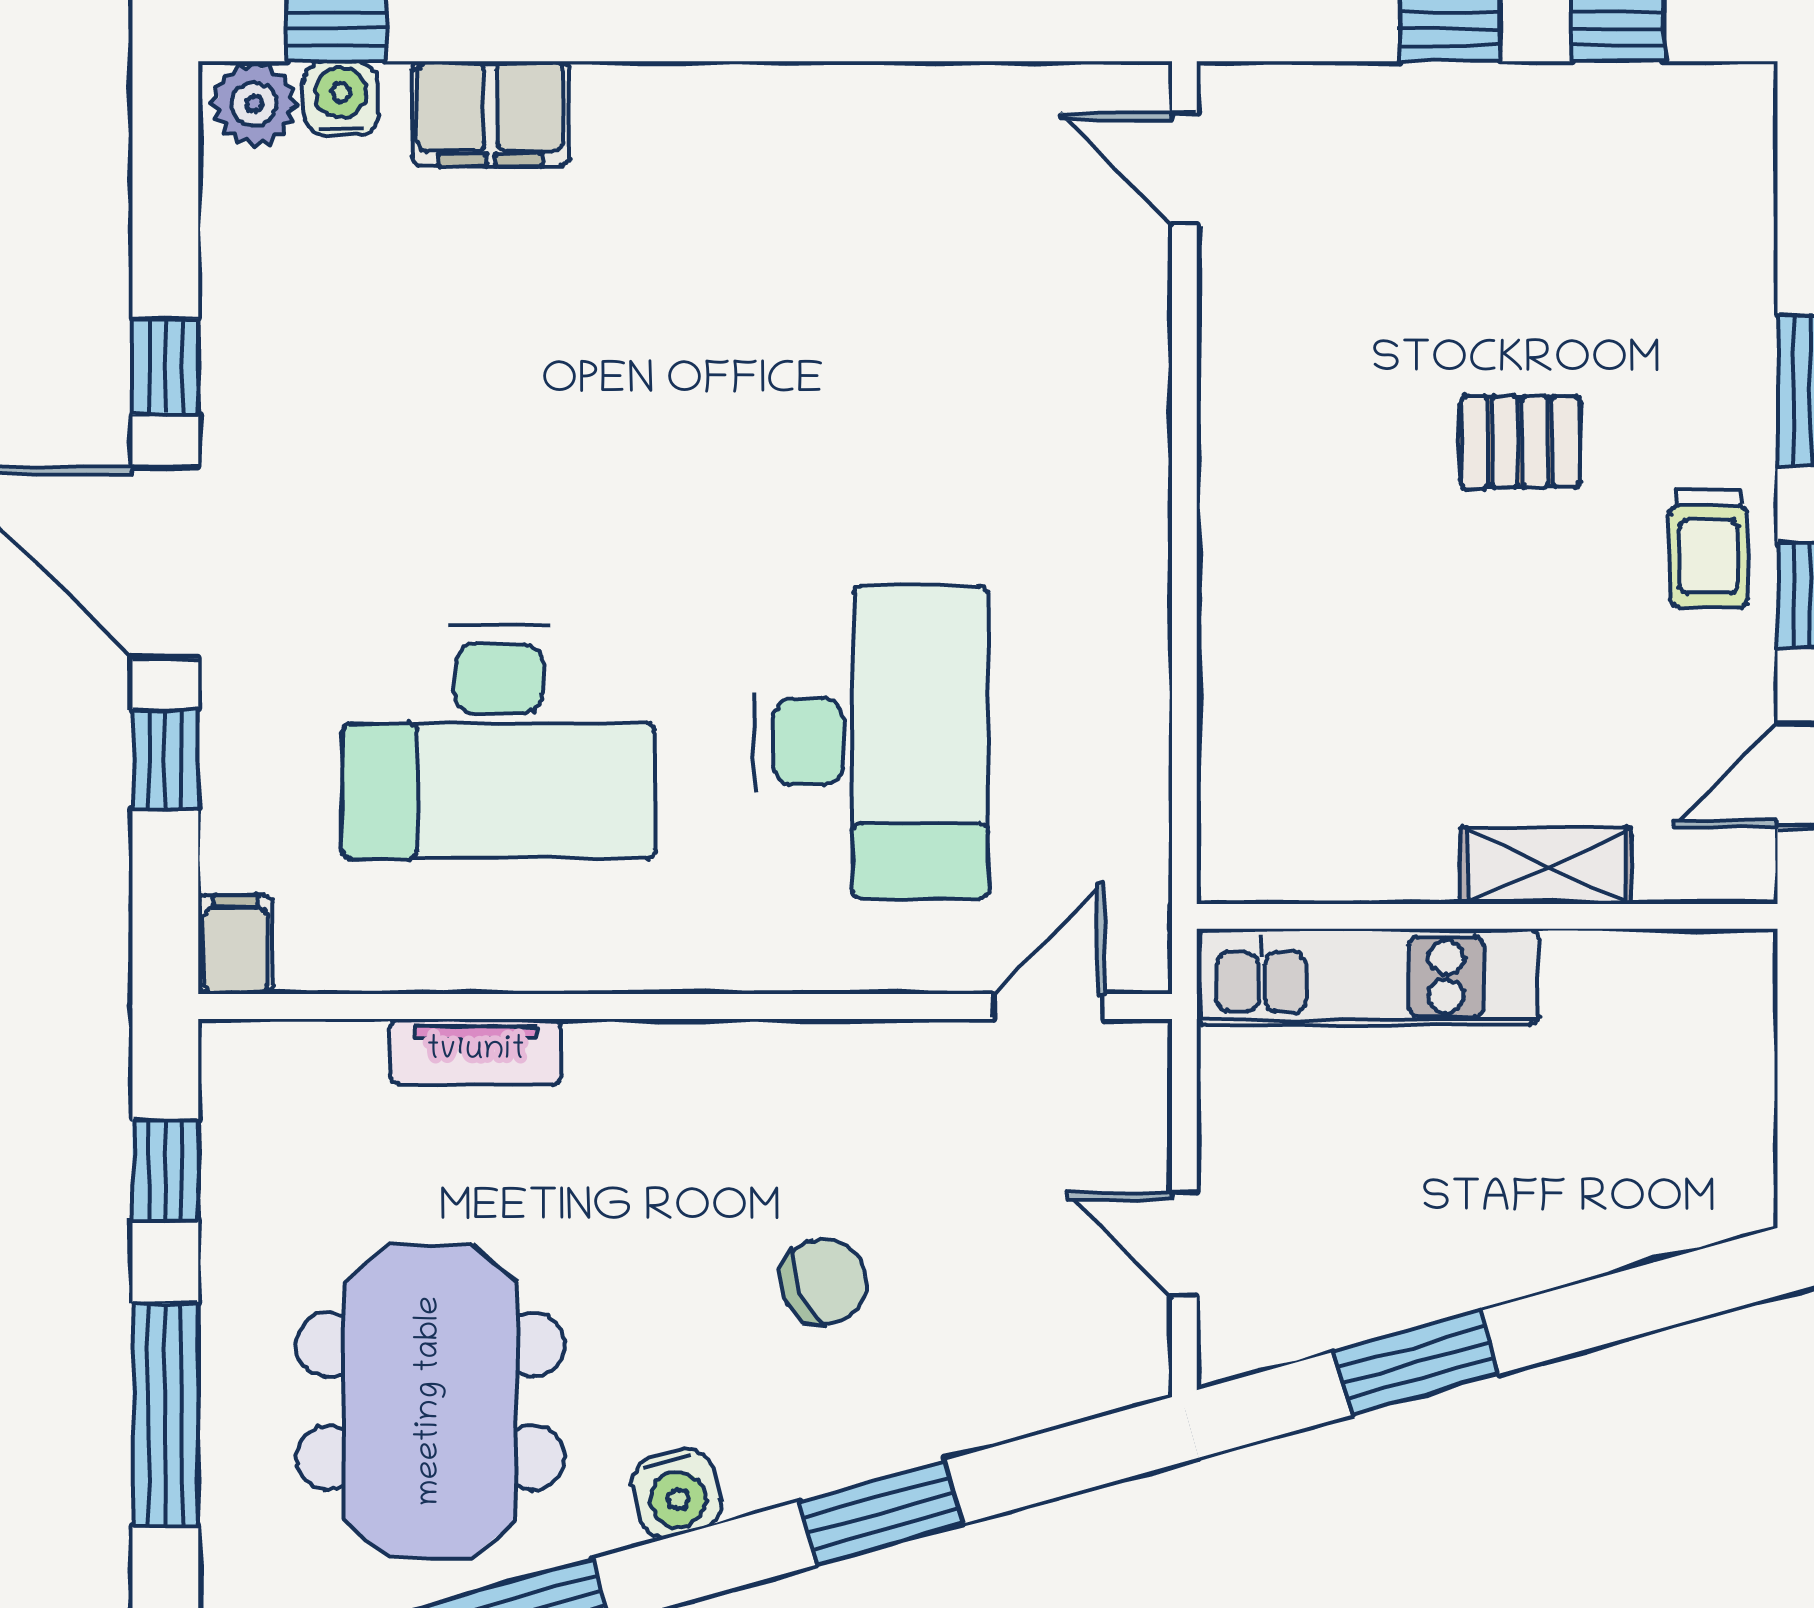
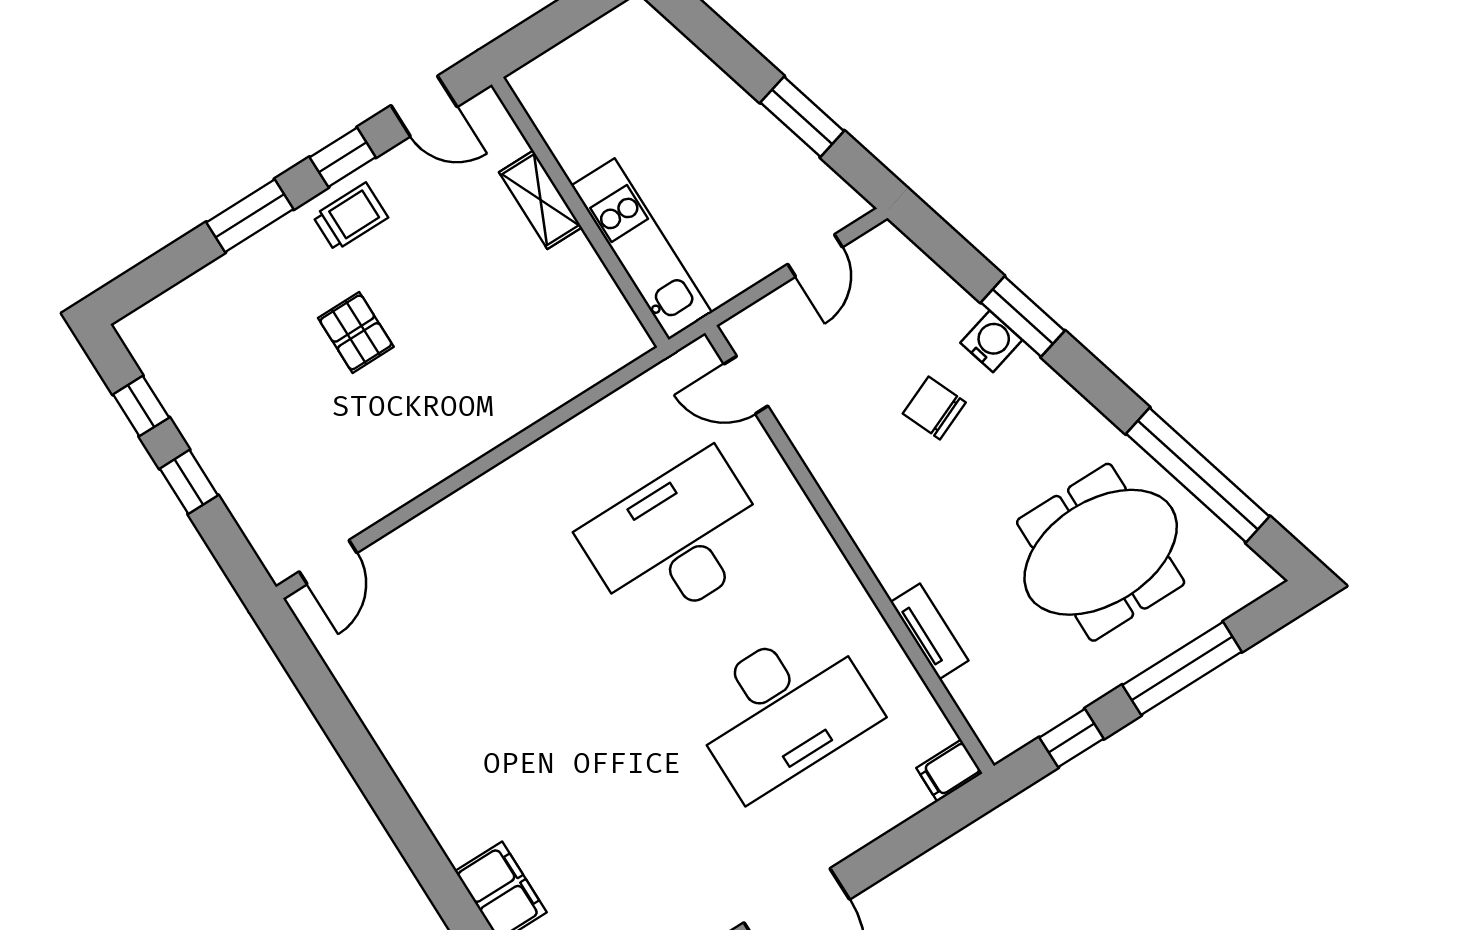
desk: (499, 742) -> (783, 709), turned 90
window: (165, 760) -> (886, 855), removed
water cooler: (676, 1493) -> (991, 341), moved

